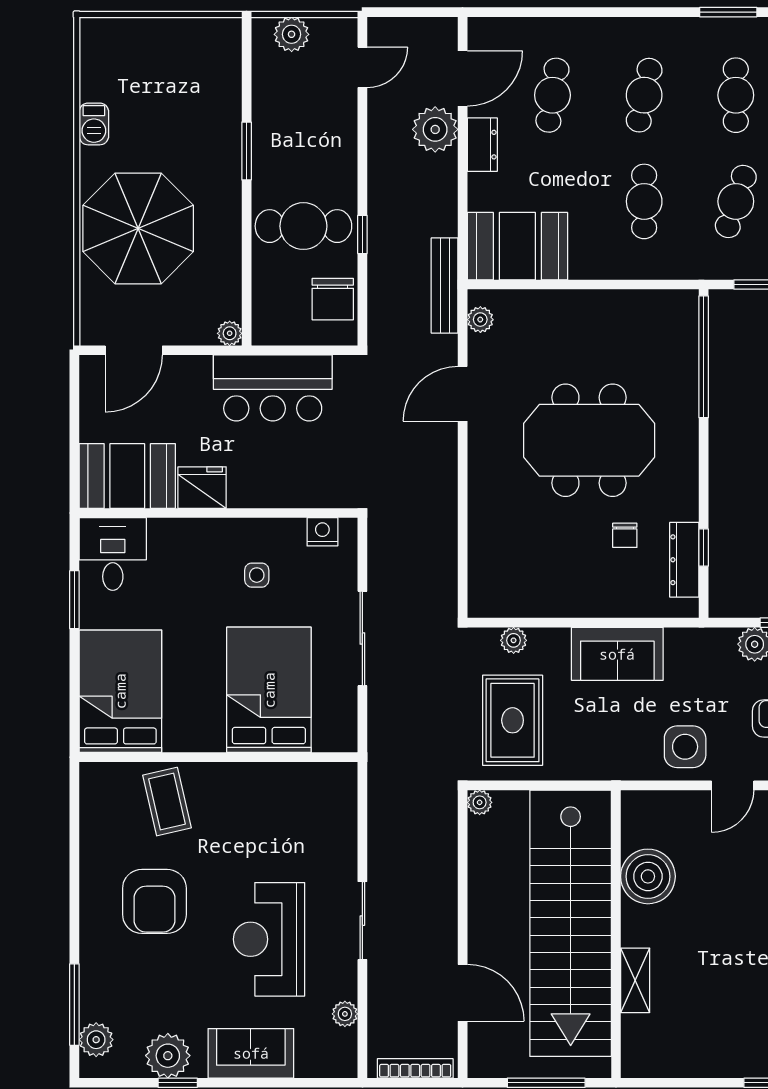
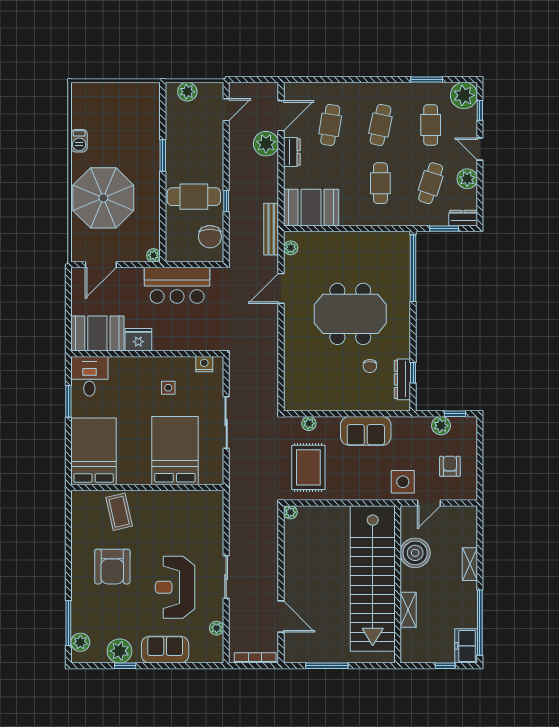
boiler: (648, 876) -> (415, 553), moved
stairs: (571, 923) -> (373, 578), moved
wall: (616, 934) -> (398, 584), moved
shelving: (635, 980) -> (408, 610), moved

